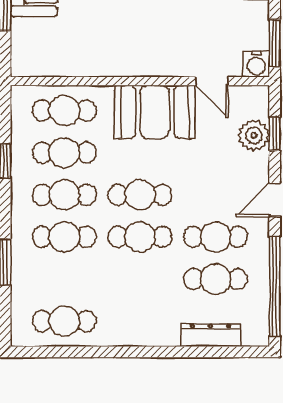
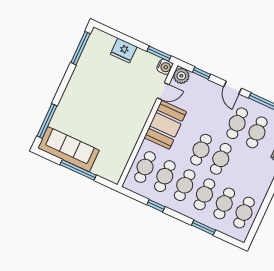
plant: (254, 135) -> (181, 76), moved
cafe table: (64, 279) -> (224, 203), added

